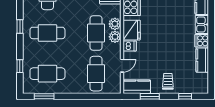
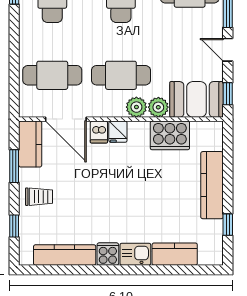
fridge: (132, 30) -> (118, 132), width x0.53, depth x0.75
plant: (115, 37) -> (158, 107), moved
kitchen counter: (202, 60) -> (65, 255), width x1.50
door: (122, 66) -> (66, 119), width x1.88

